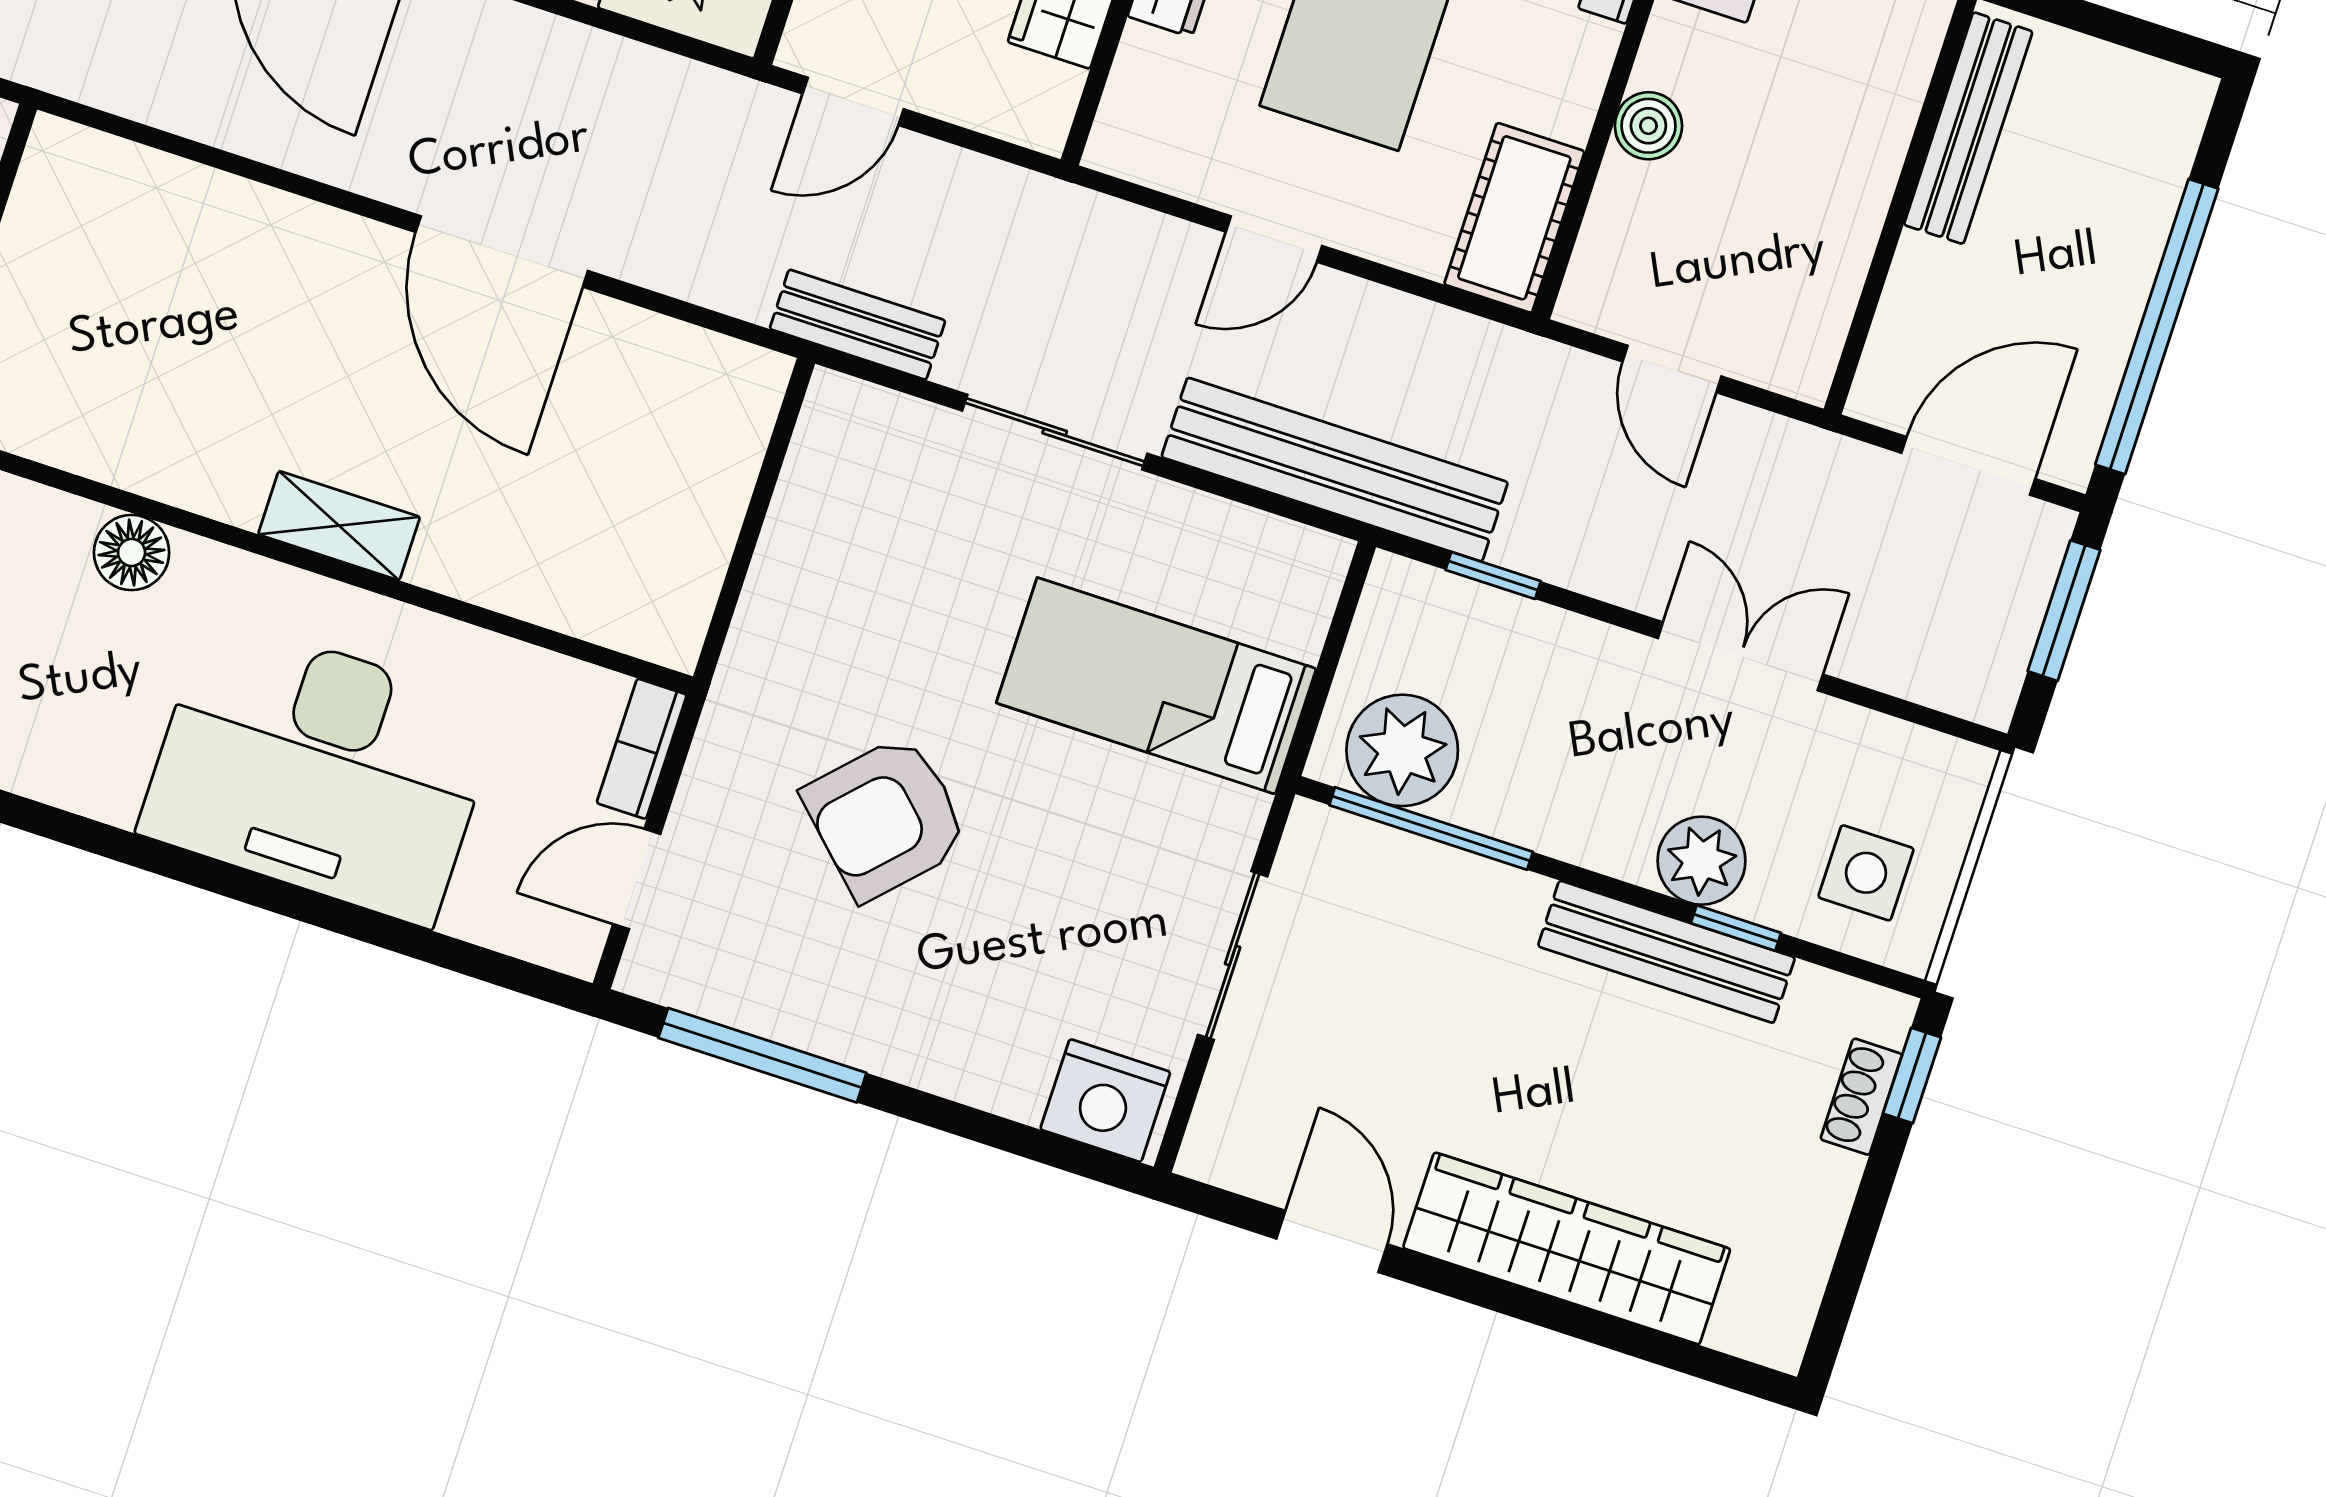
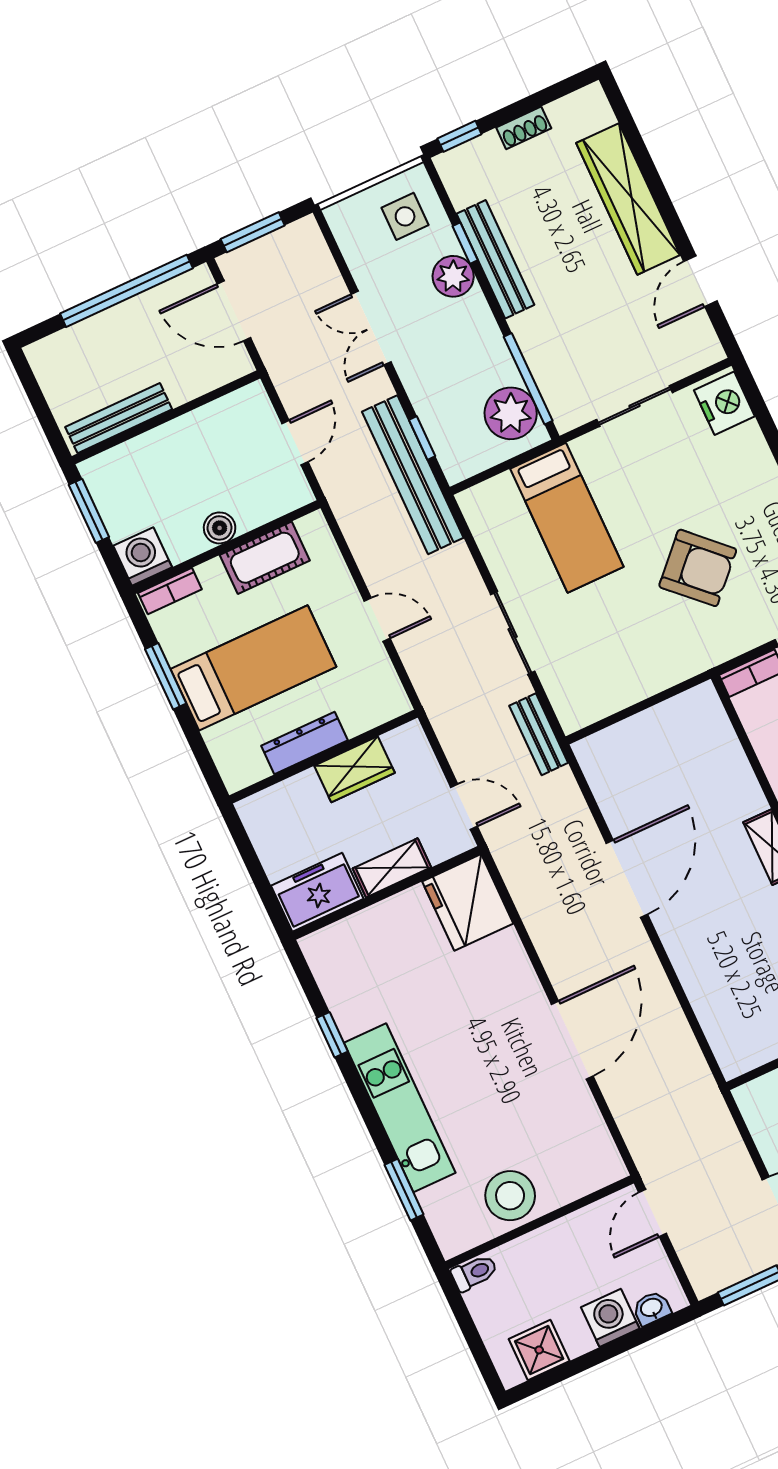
cot: (1514, 218) -> (265, 558), moved
bench: (1335, 470) -> (413, 475), moved
shoe rack: (1861, 1097) -> (524, 128), moved

